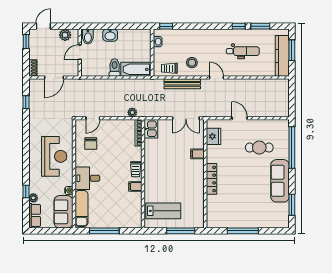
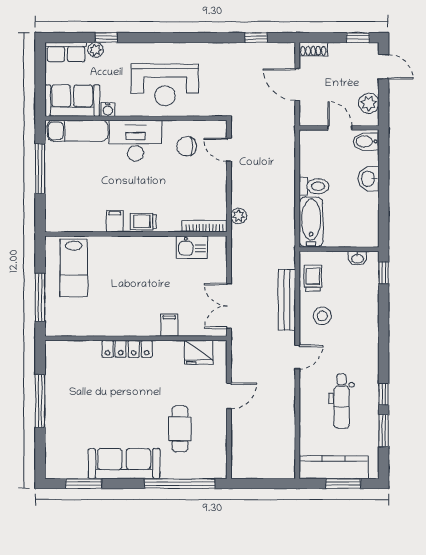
kitchen sink: (151, 129) -> (192, 247), moved
desk: (87, 178) -> (136, 141), width x1.37

